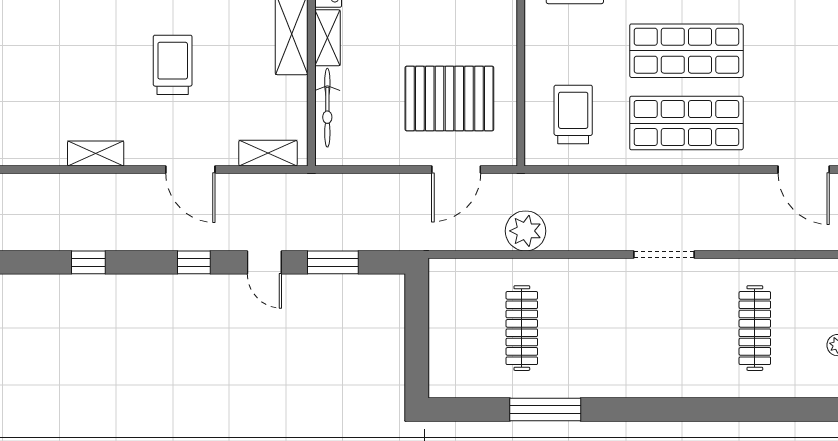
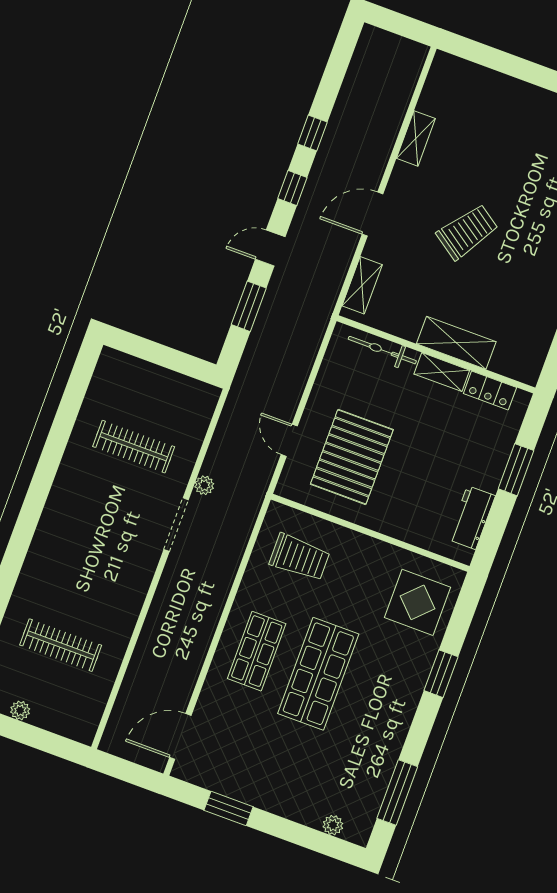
trolley: (173, 65) -> (467, 232), turned -55
shop shelf: (686, 123) -> (257, 651), width x0.70, depth x0.74
door: (456, 170) -> (289, 440), width x0.73
plant: (525, 231) -> (204, 485), width x0.53, depth x0.53
doorway: (664, 254) -> (176, 525), moved
window: (88, 262) -> (313, 133), moved
window: (545, 410) -> (57, 441), removed

